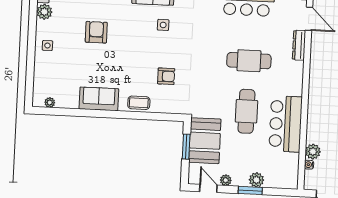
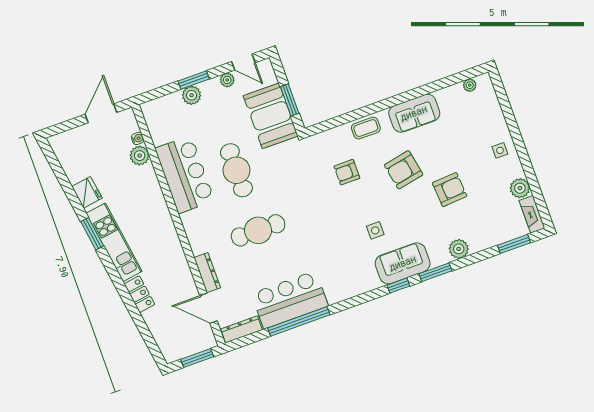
armchair: (96, 32) -> (450, 190), turned -94
armchair: (124, 61) -> (404, 170), added

